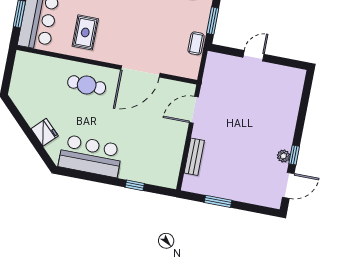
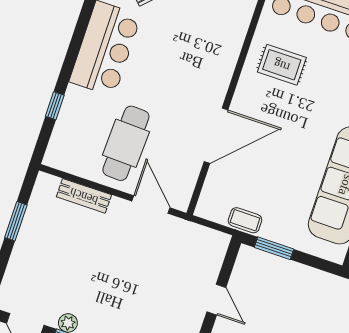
door: (140, 71) -> (216, 136), swing flipped
cafe table: (87, 85) -> (126, 143), moved, width x1.37, depth x1.35

